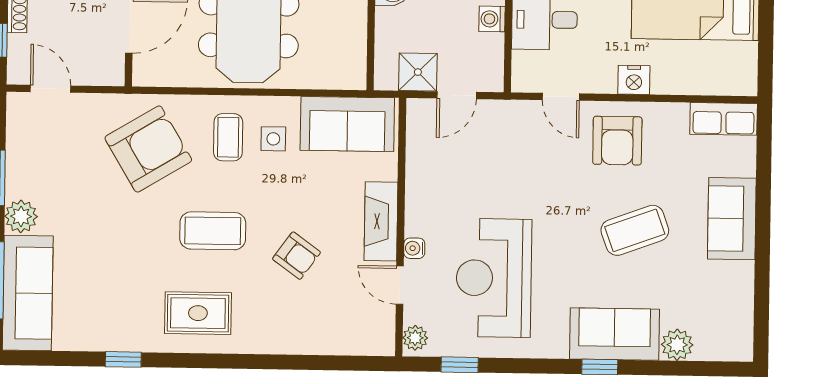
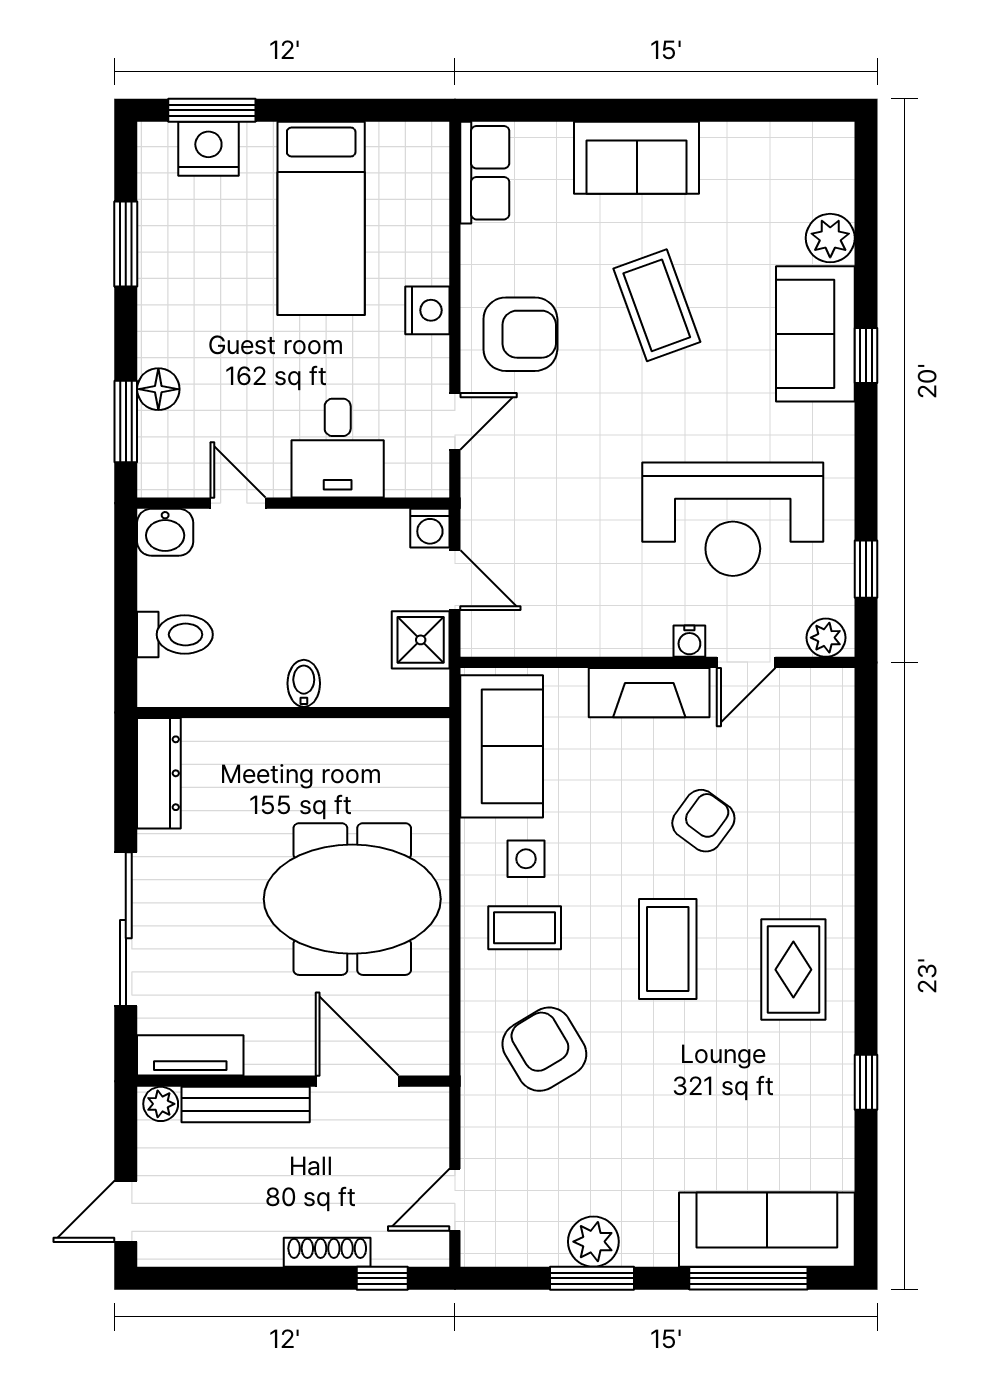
washing machine: (492, 19) -> (430, 528), moved
armchair: (148, 149) -> (544, 1049), width x0.73, depth x0.73
plant: (21, 216) -> (593, 1242), moved

